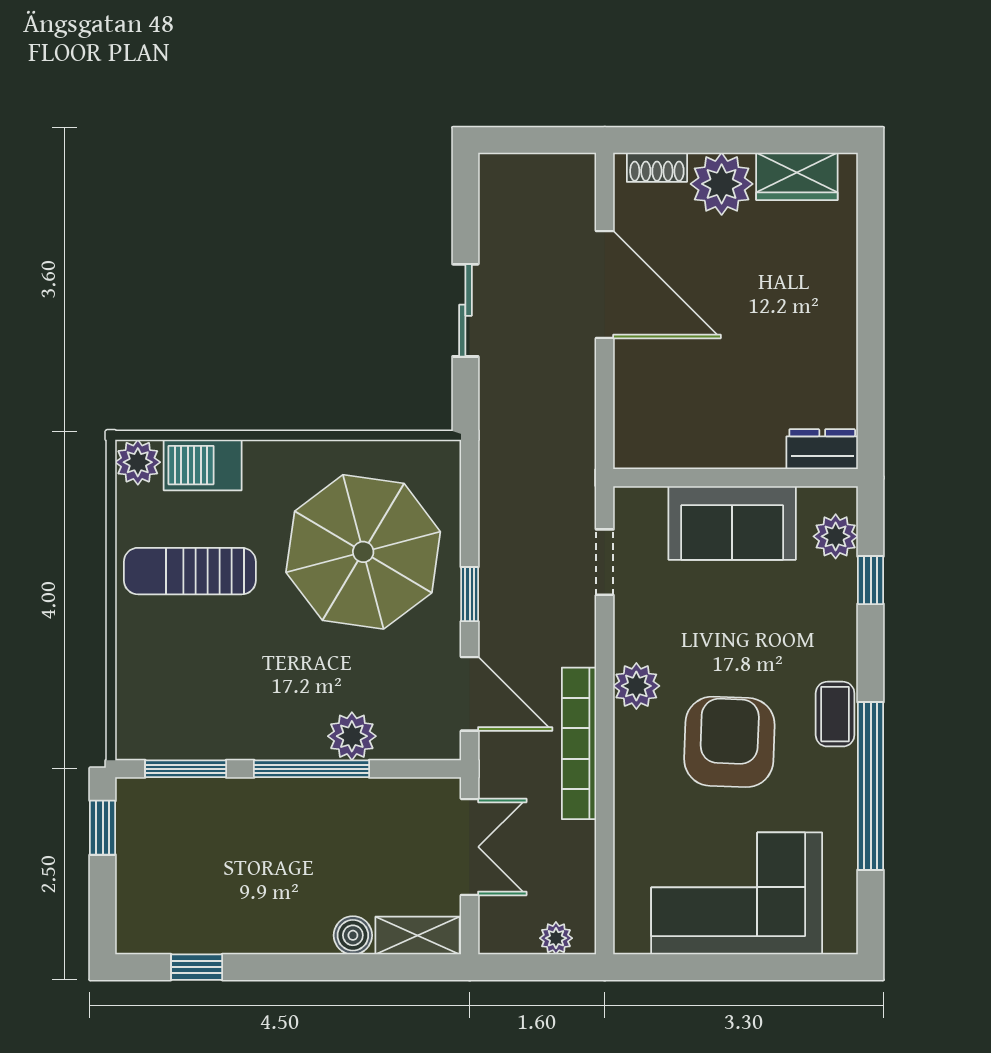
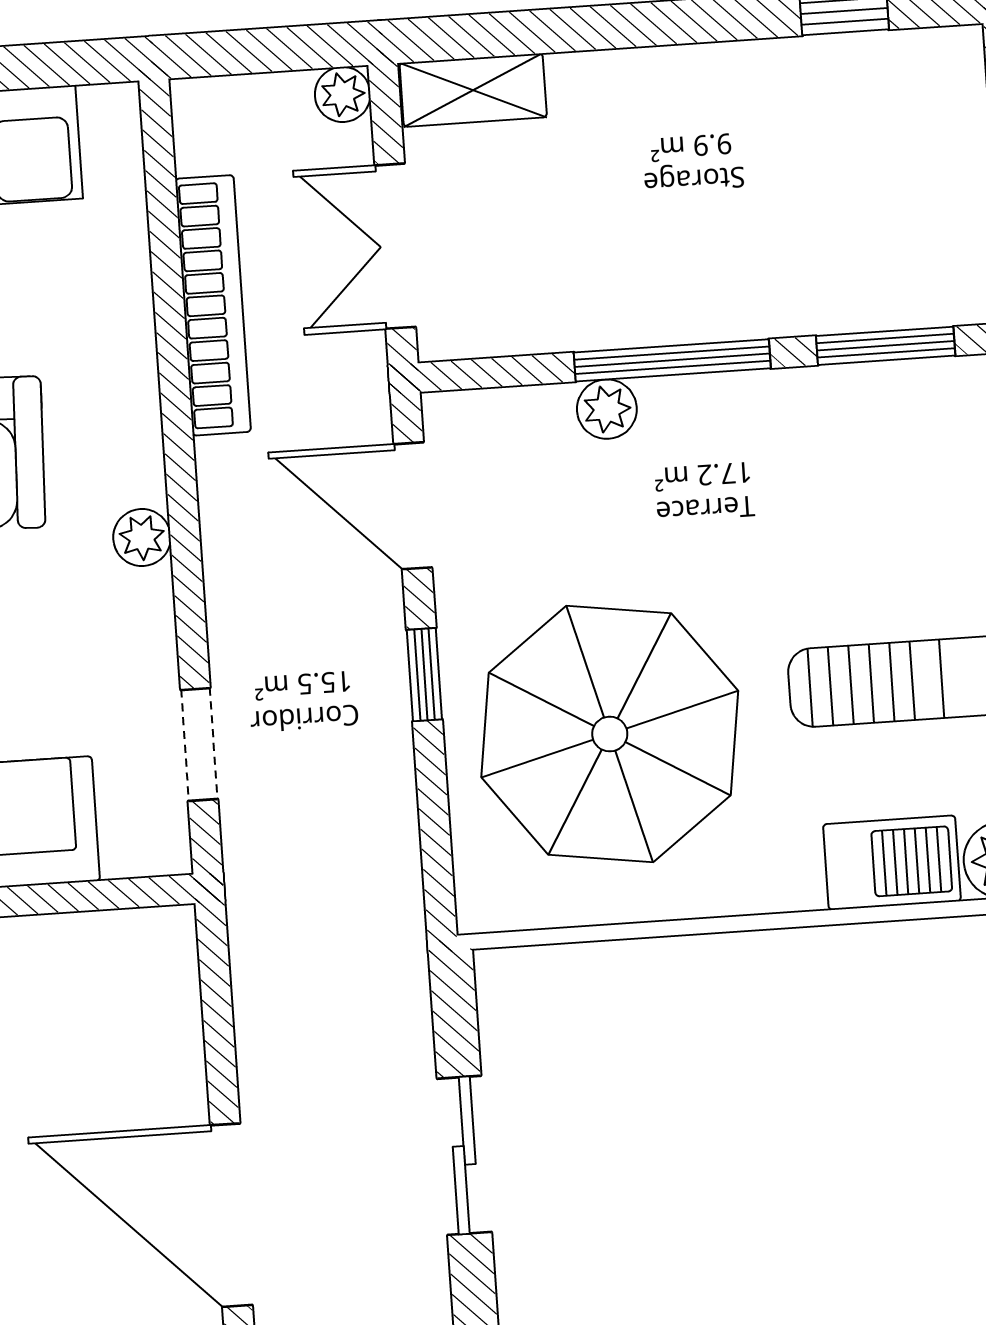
plant: (636, 686) -> (142, 538), width x0.73, depth x0.73
plant: (352, 736) -> (607, 409), width x0.73, depth x0.73
bookcase: (579, 743) -> (213, 305), moved
boiler: (353, 935) -> (583, 83), removed
plant: (556, 938) -> (343, 94), moved

